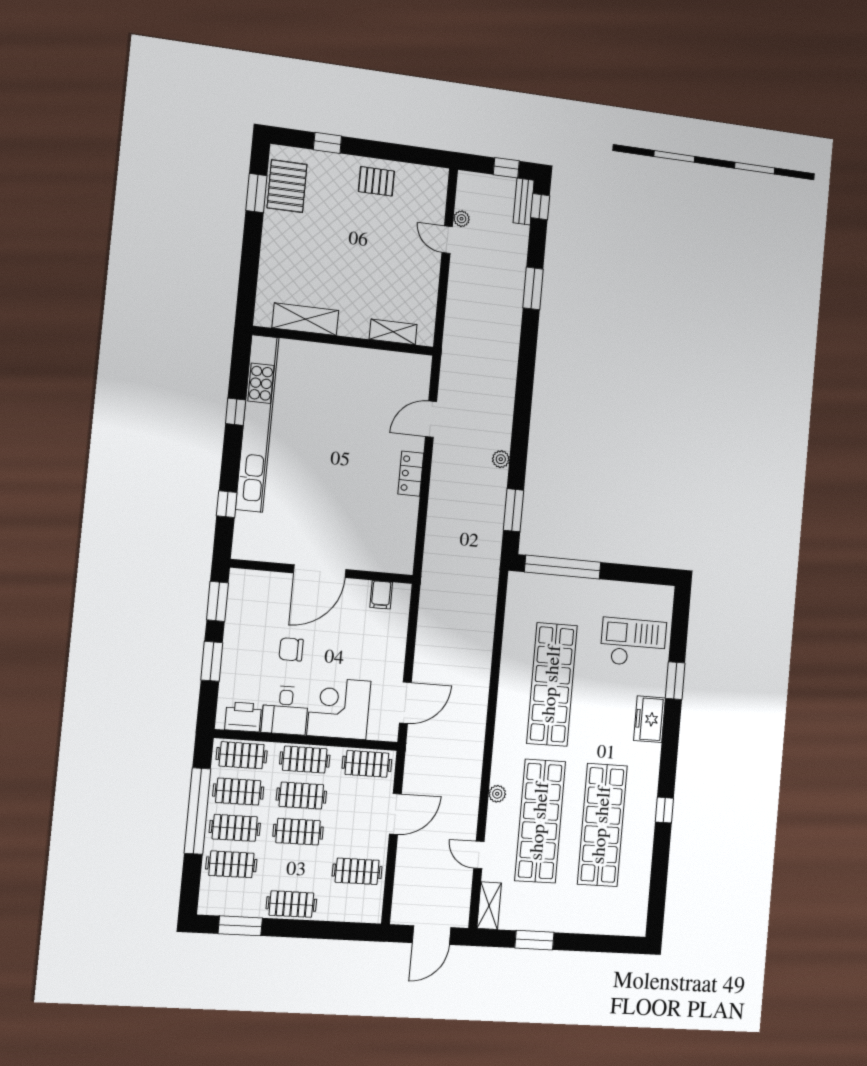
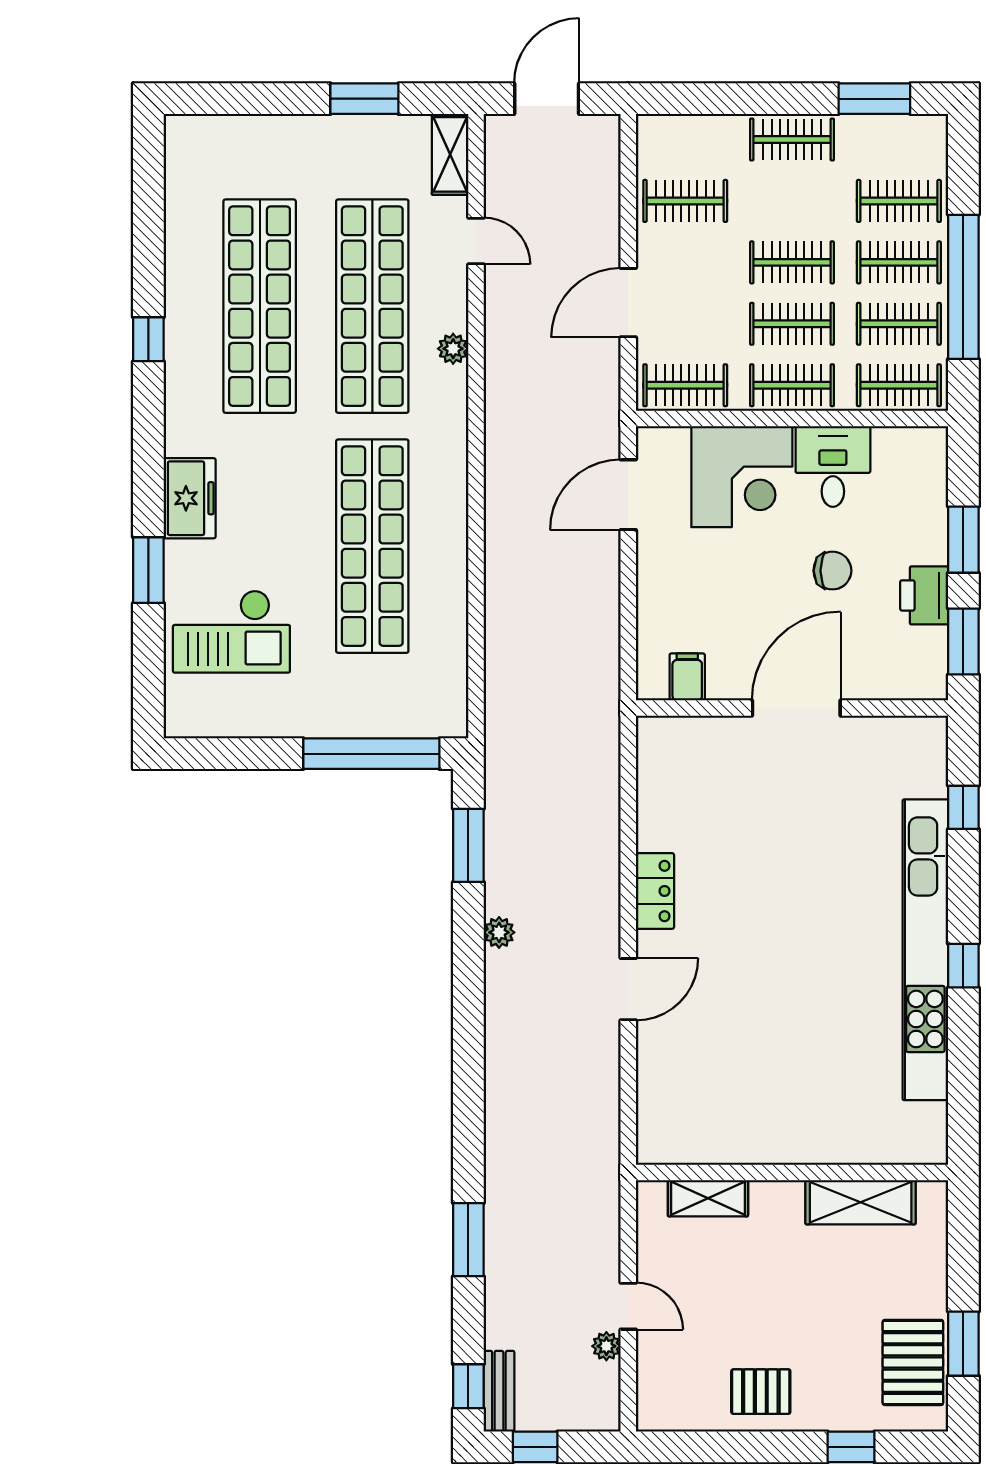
shelving: (305, 319) -> (861, 1202), moved
shelving: (393, 332) -> (708, 1198), moved
wall: (344, 341) -> (792, 1173), moved
printer: (243, 717) -> (924, 595), moved, turned 90

